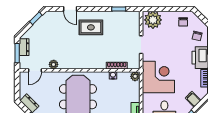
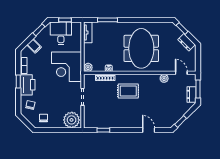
rug: (91, 27) -> (128, 91), moved
door: (35, 70) -> (181, 73), hinge flipped

